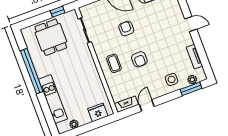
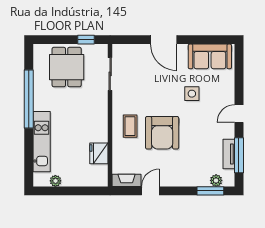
door: (191, 24) -> (239, 114), swing flipped
armchair: (126, 28) -> (160, 90), removed
window: (202, 55) -> (239, 155), added
armchair: (139, 59) -> (162, 133), width x1.88, depth x1.88
side table: (172, 79) -> (192, 94), moved
fridge: (98, 112) -> (99, 153), moved, turned -90

